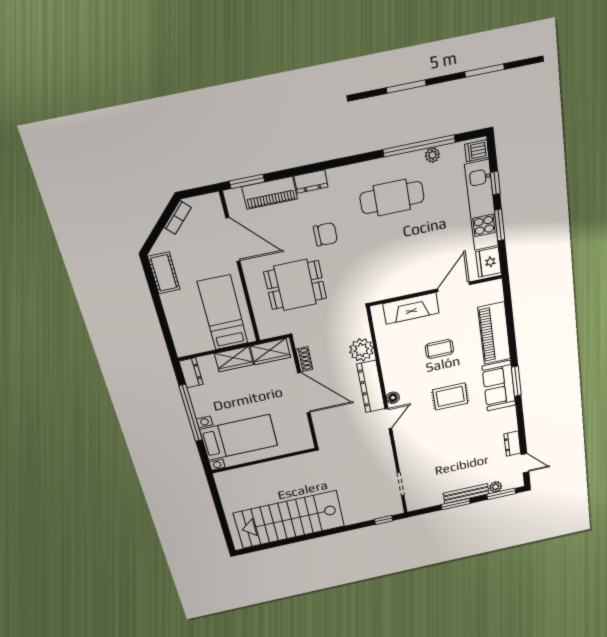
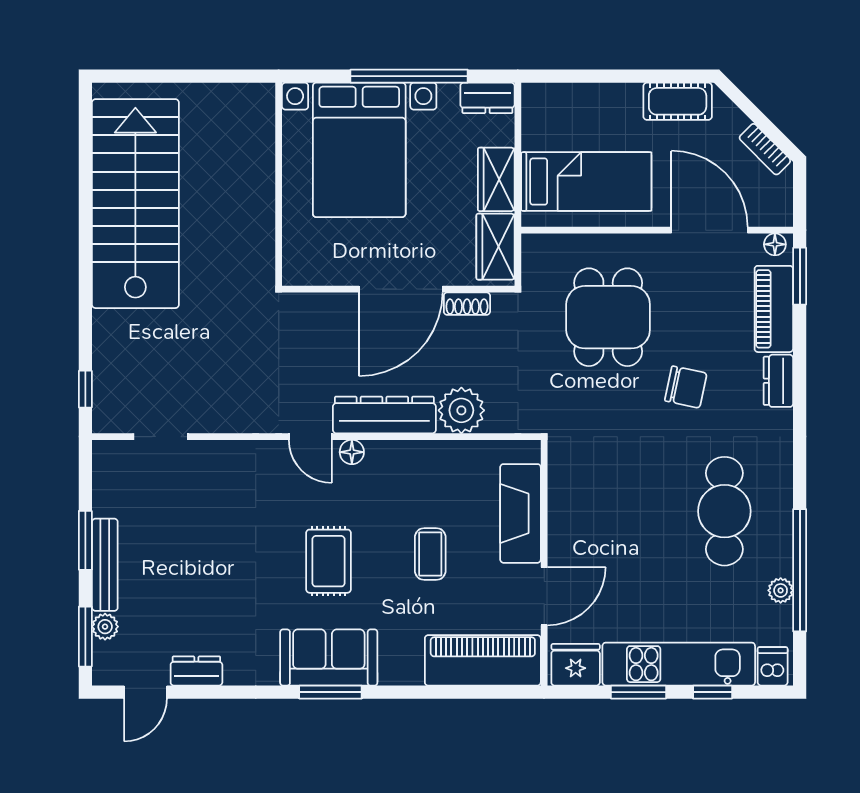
floor lamp: (232, 200) -> (775, 244), added
chair: (325, 234) -> (686, 387), turned -78
door: (233, 240) -> (710, 230), swing flipped
door: (454, 287) -> (544, 596), hinge flipped
piano: (494, 333) -> (483, 660), moved
bed with nightstands: (239, 437) -> (359, 150), width x1.36

